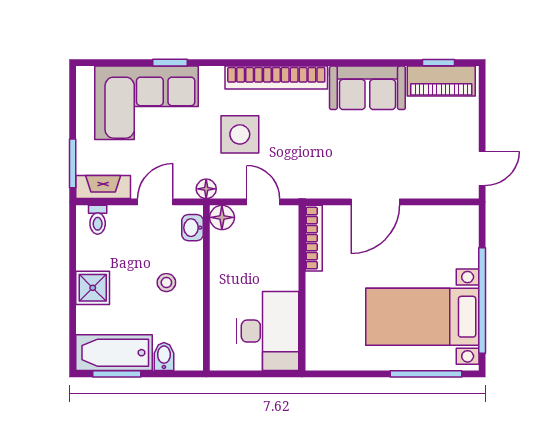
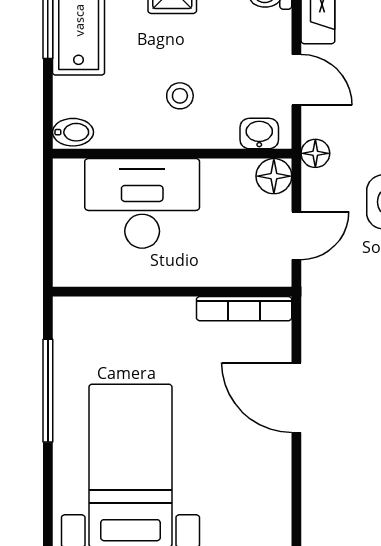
desk: (268, 331) -> (142, 203), moved, turned 180
bidet: (164, 357) -> (73, 132), moved
window: (426, 374) -> (48, 391), moved

